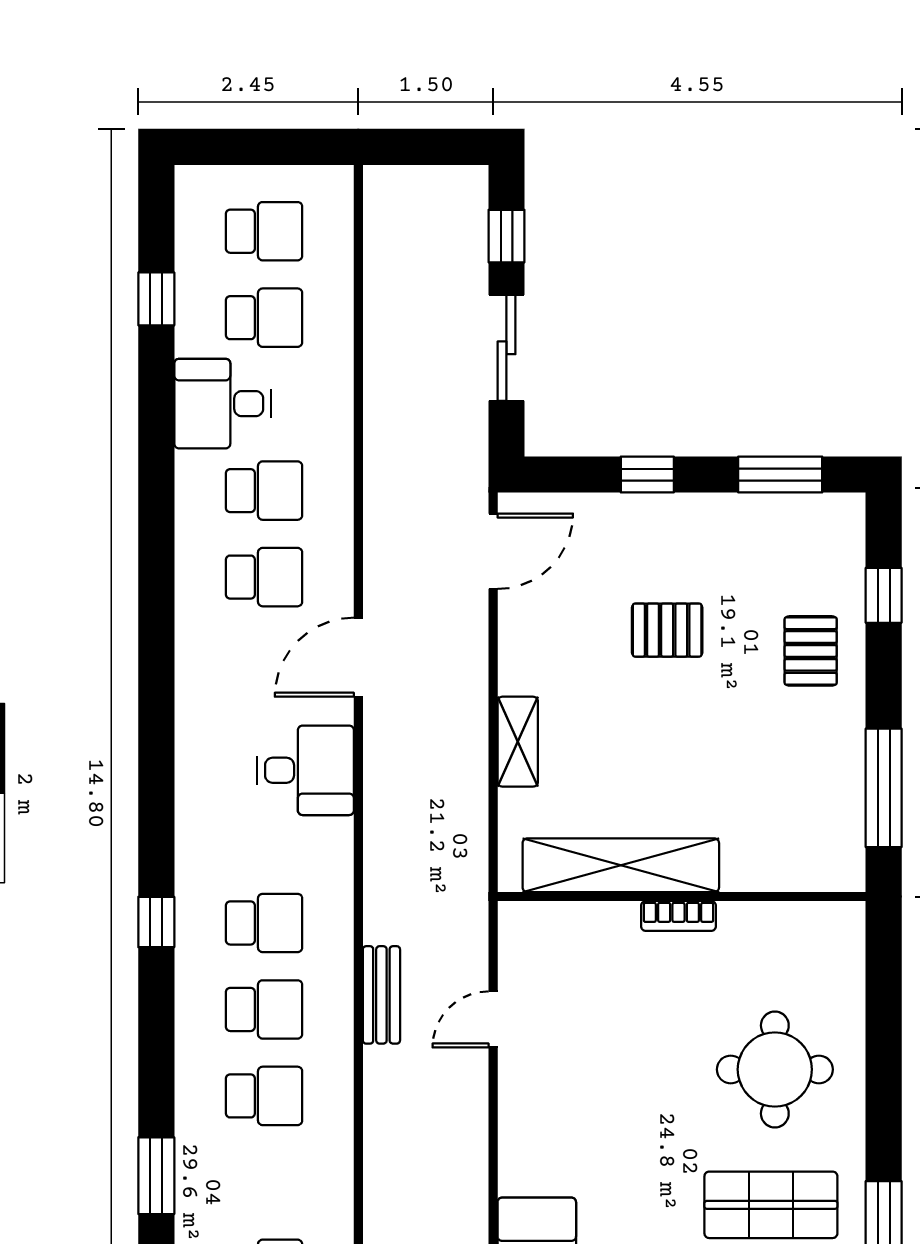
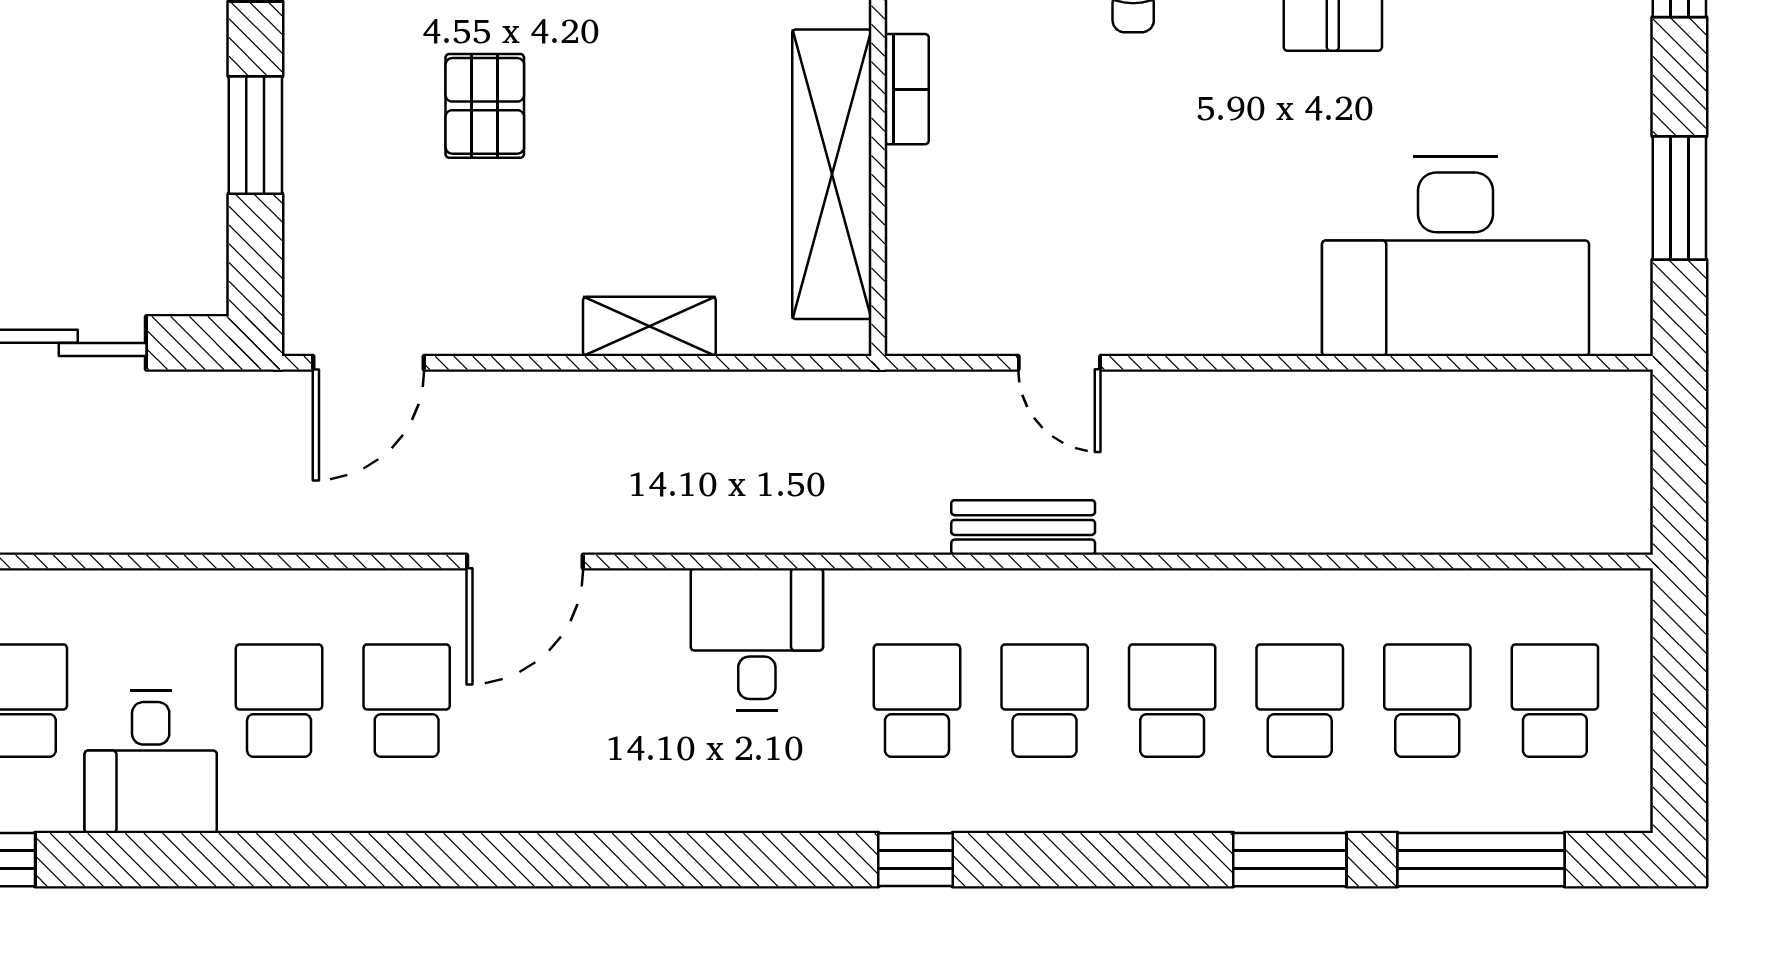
window: (647, 475) -> (255, 135), width x1.50
door: (493, 551) -> (368, 363), swing flipped
door: (358, 657) -> (525, 561), hinge flipped
desk: (306, 770) -> (757, 639), moved
school desk: (264, 1182) -> (1300, 701), added

